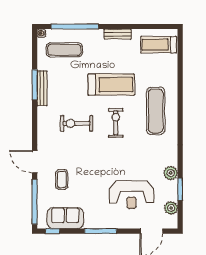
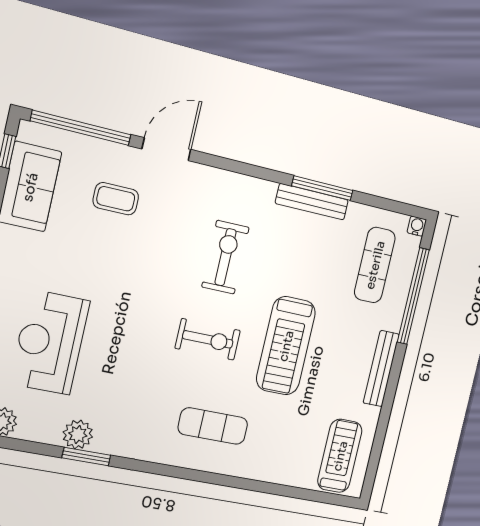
bench: (118, 34) -> (381, 369), width x1.36
exercise mat: (156, 111) -> (213, 426), width x0.73, depth x0.69
window: (180, 189) -> (86, 457), moved

